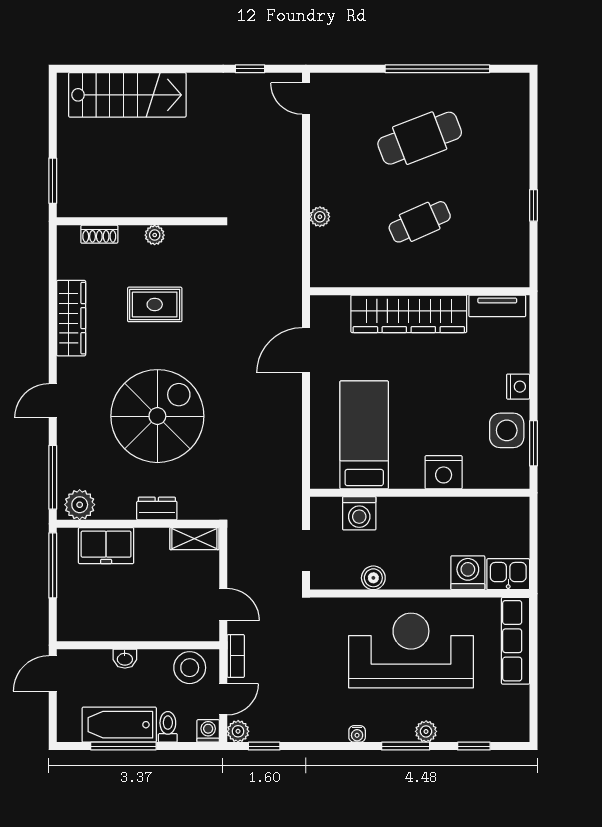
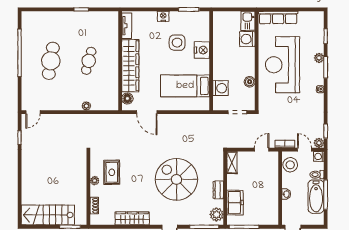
stairs: (127, 95) -> (48, 215), moved, turned -90
cafe table: (420, 138) -> (51, 61), turned 30
cafe table: (420, 222) -> (89, 61), turned 39
rug: (155, 304) -> (112, 172), moved
floor lamp: (336, 307) -> (127, 98), added
side table: (507, 430) -> (177, 43), moved
dresser: (157, 509) -> (218, 190), moved

